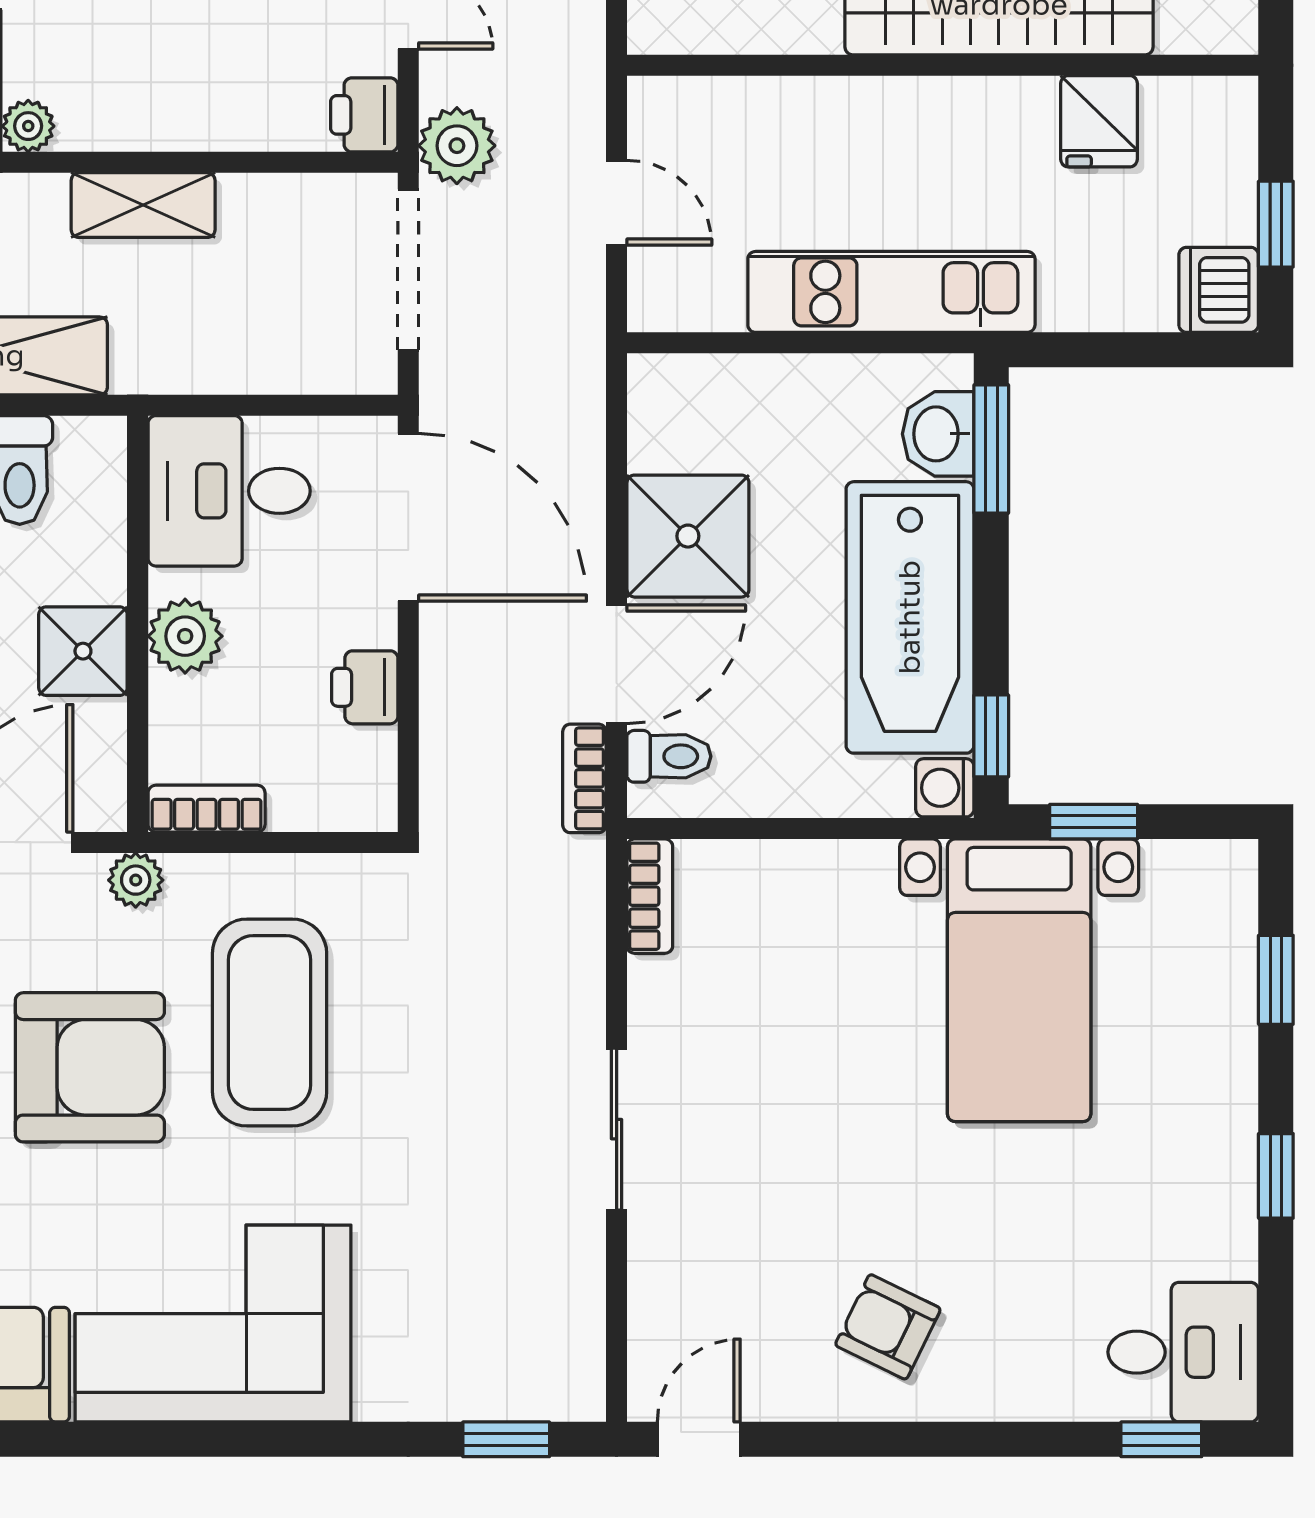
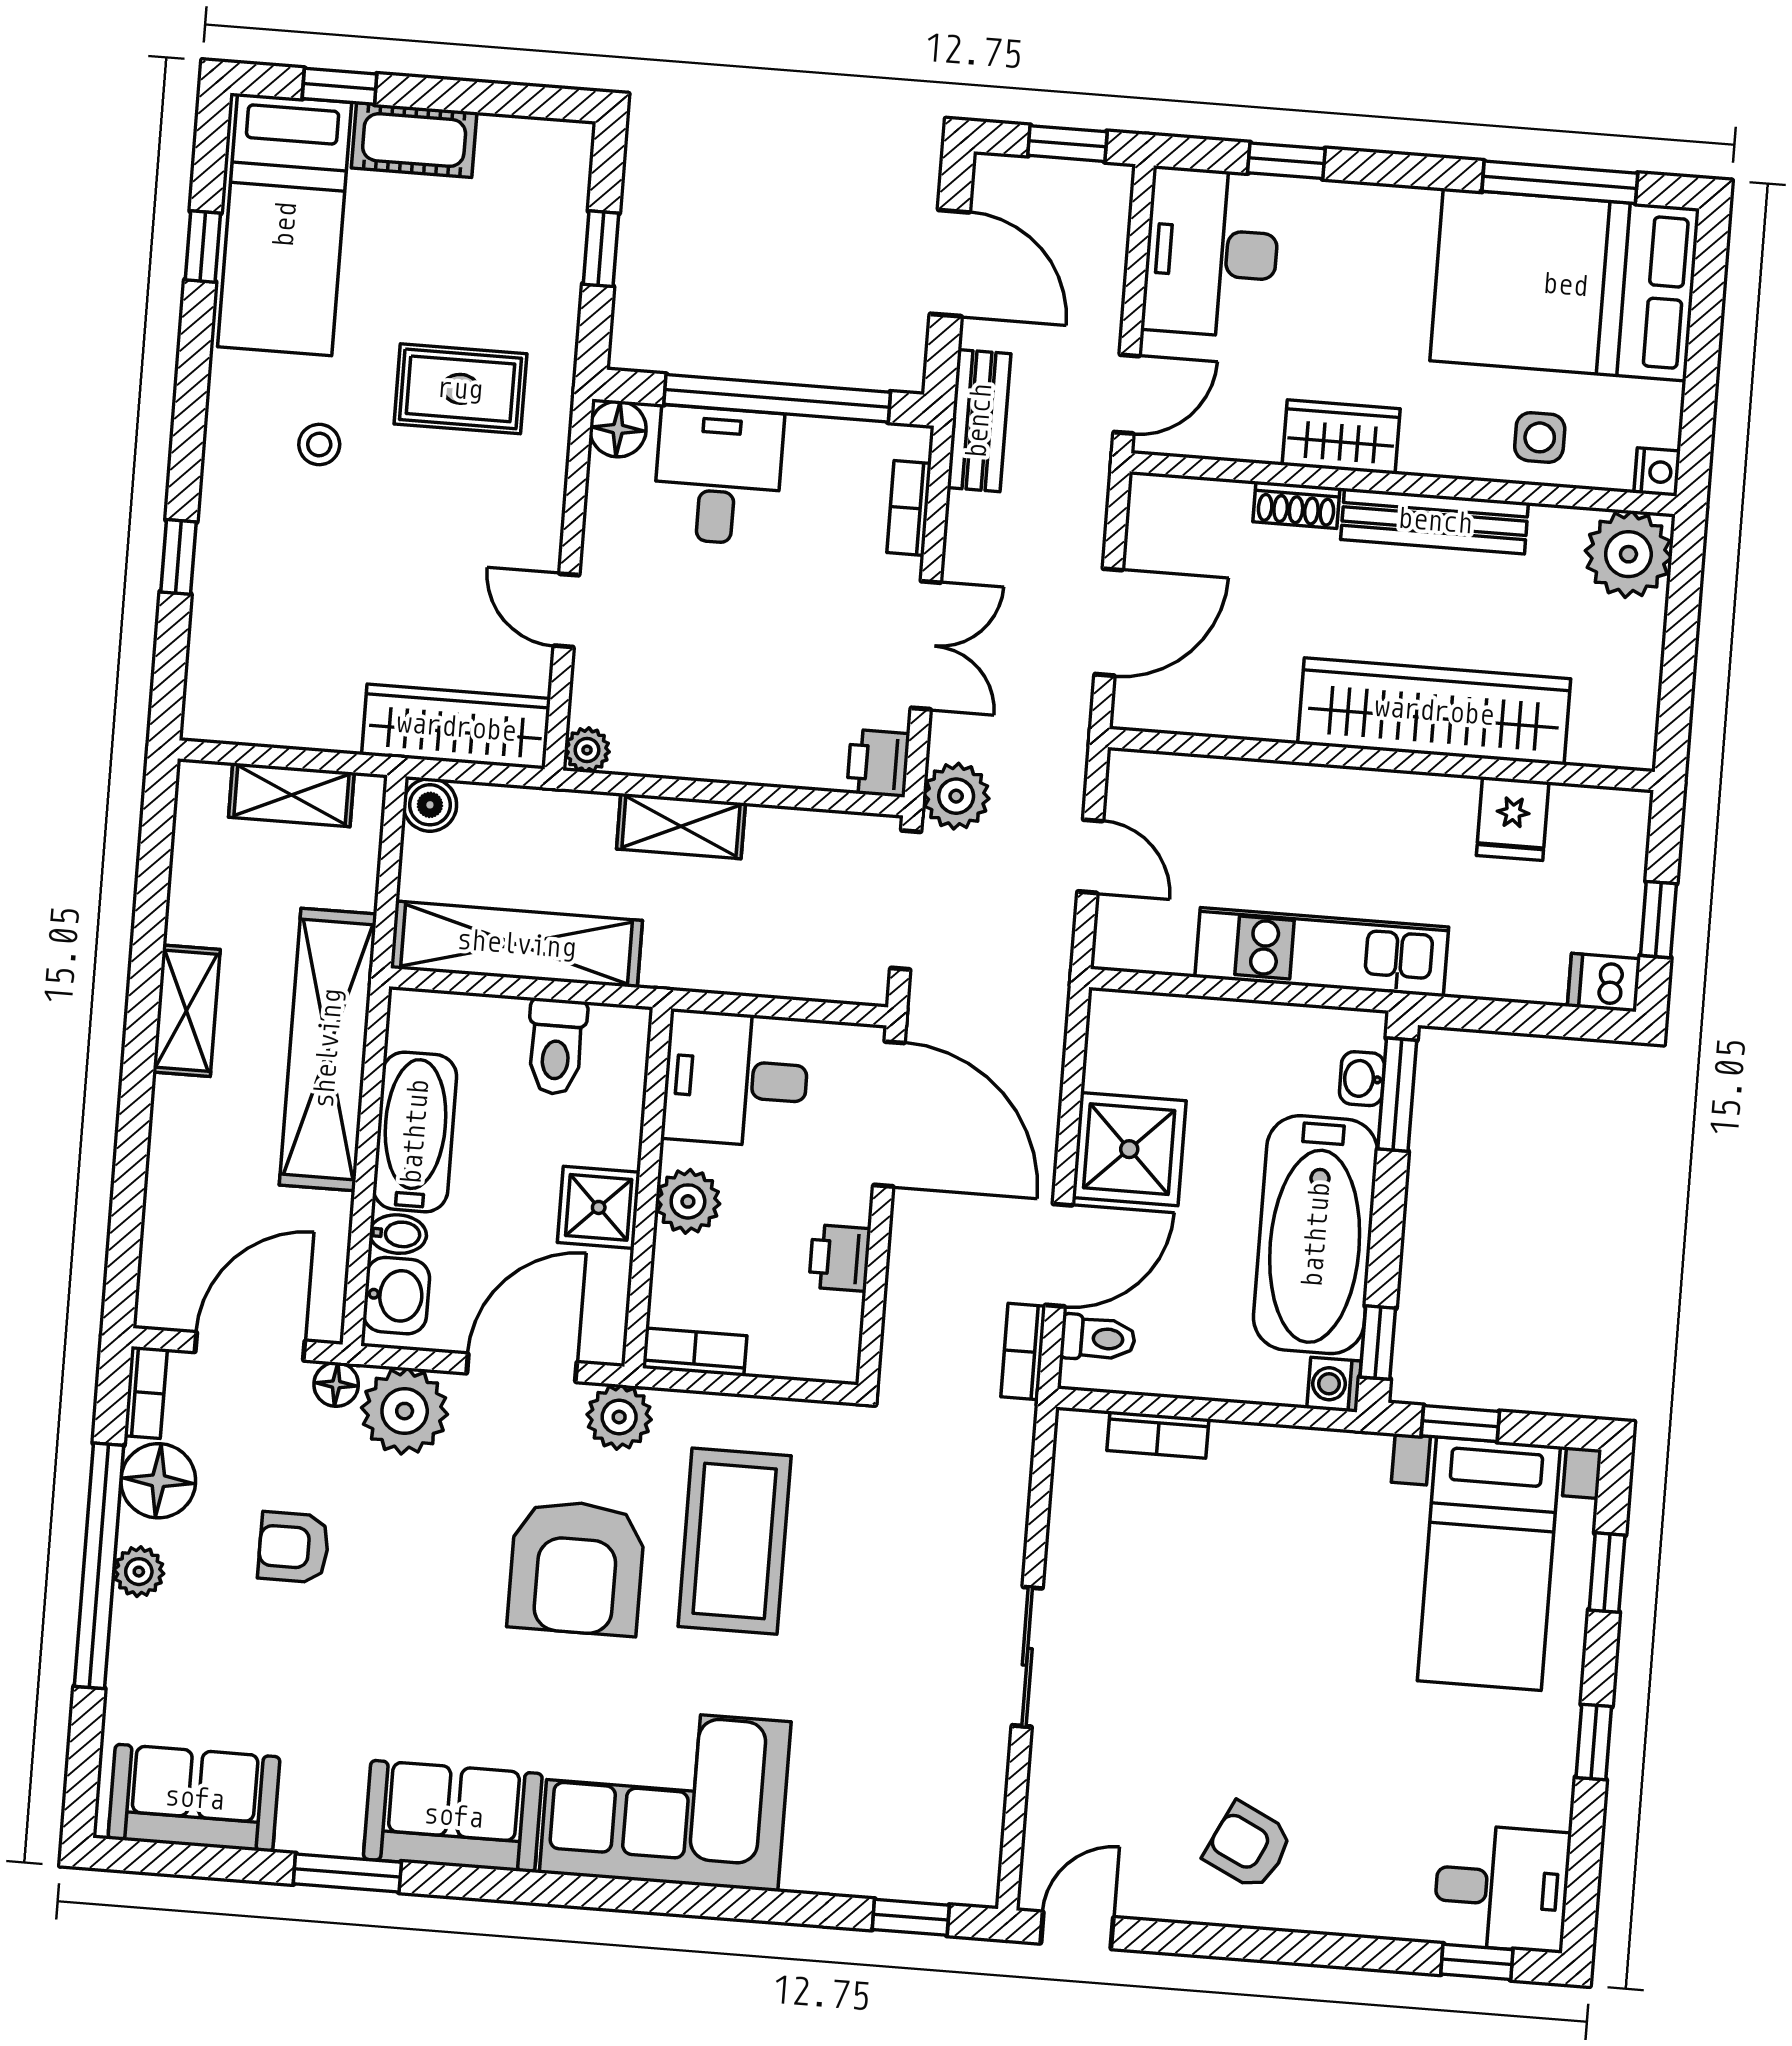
dishwasher: (1219, 290) -> (1604, 983), width x0.73
washbasin: (938, 434) -> (1362, 1079), width x0.72, depth x0.69
plant: (136, 880) -> (619, 1417), width x1.38, depth x1.38
bookcase: (650, 896) -> (1158, 1435), moved, turned 90
bed with nightstands: (1019, 980) -> (1489, 1564), moved
armchair: (90, 1067) -> (576, 1568), turned 90

